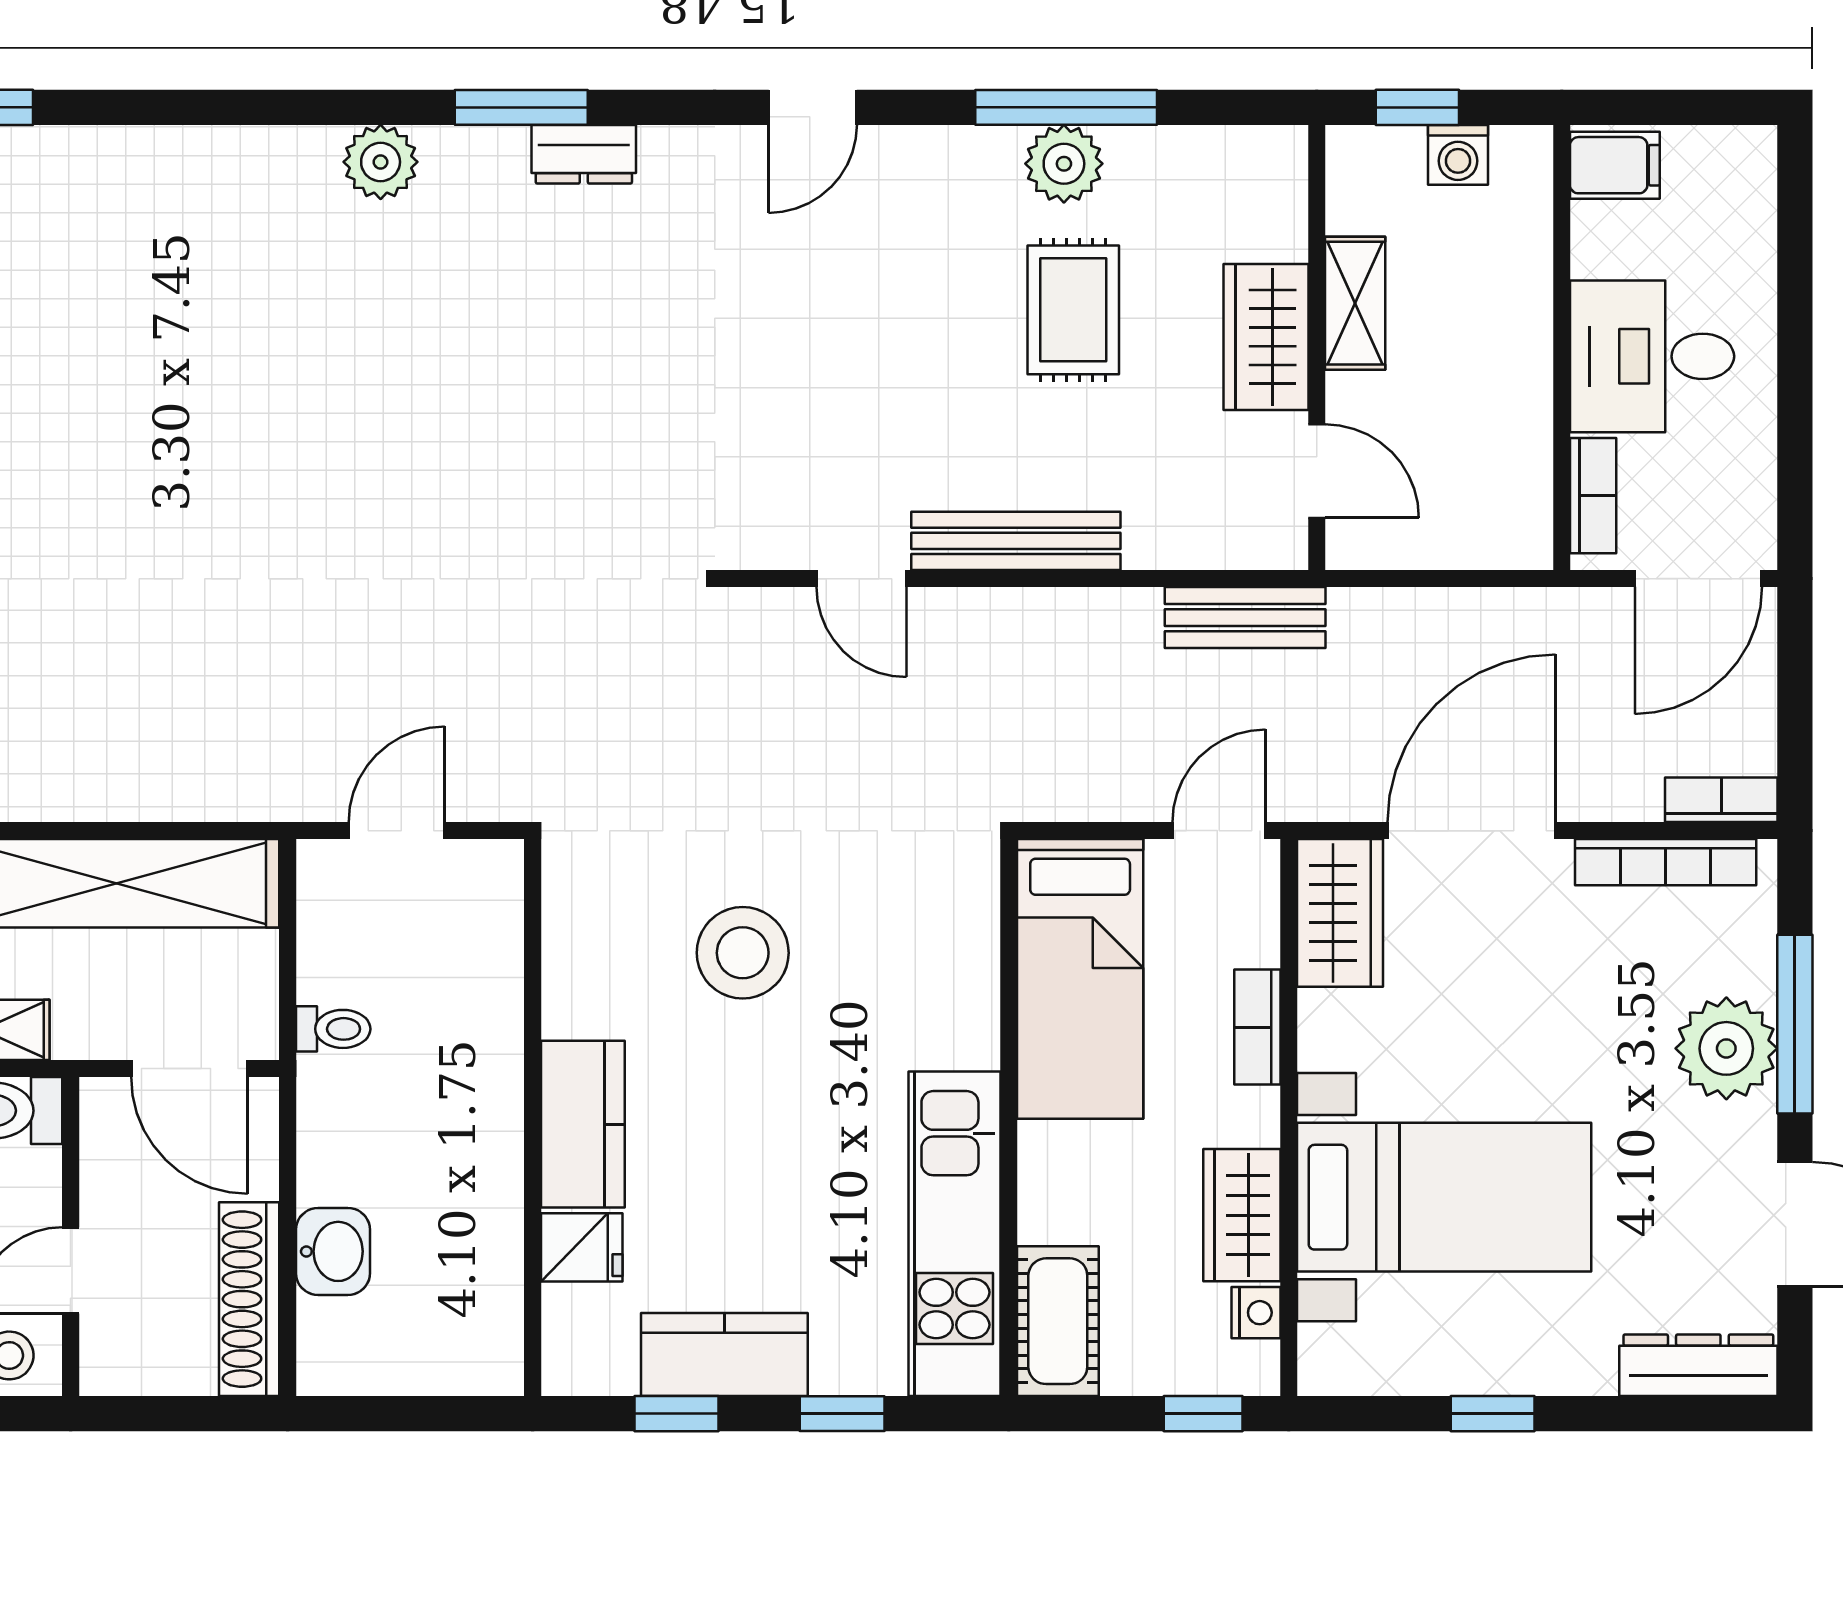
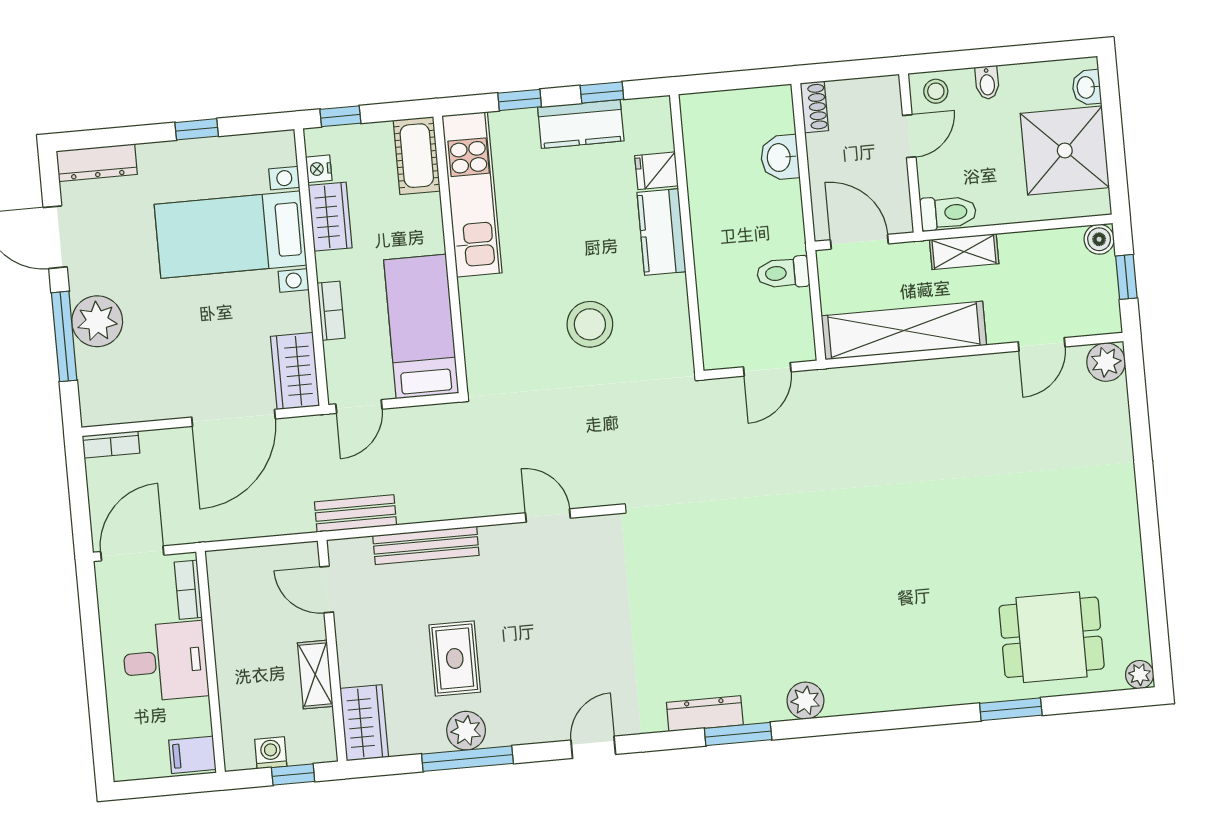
dresser: (584, 154) -> (705, 714), width x1.44
wardrobe: (1266, 337) -> (364, 723), moved
bench: (1016, 541) -> (426, 545), moved
bookcase: (1666, 862) -> (136, 411), removed
toilet: (333, 1029) -> (783, 273), width x1.37, depth x1.39
shoe rack: (249, 1299) -> (814, 107), width x0.51, depth x0.81

